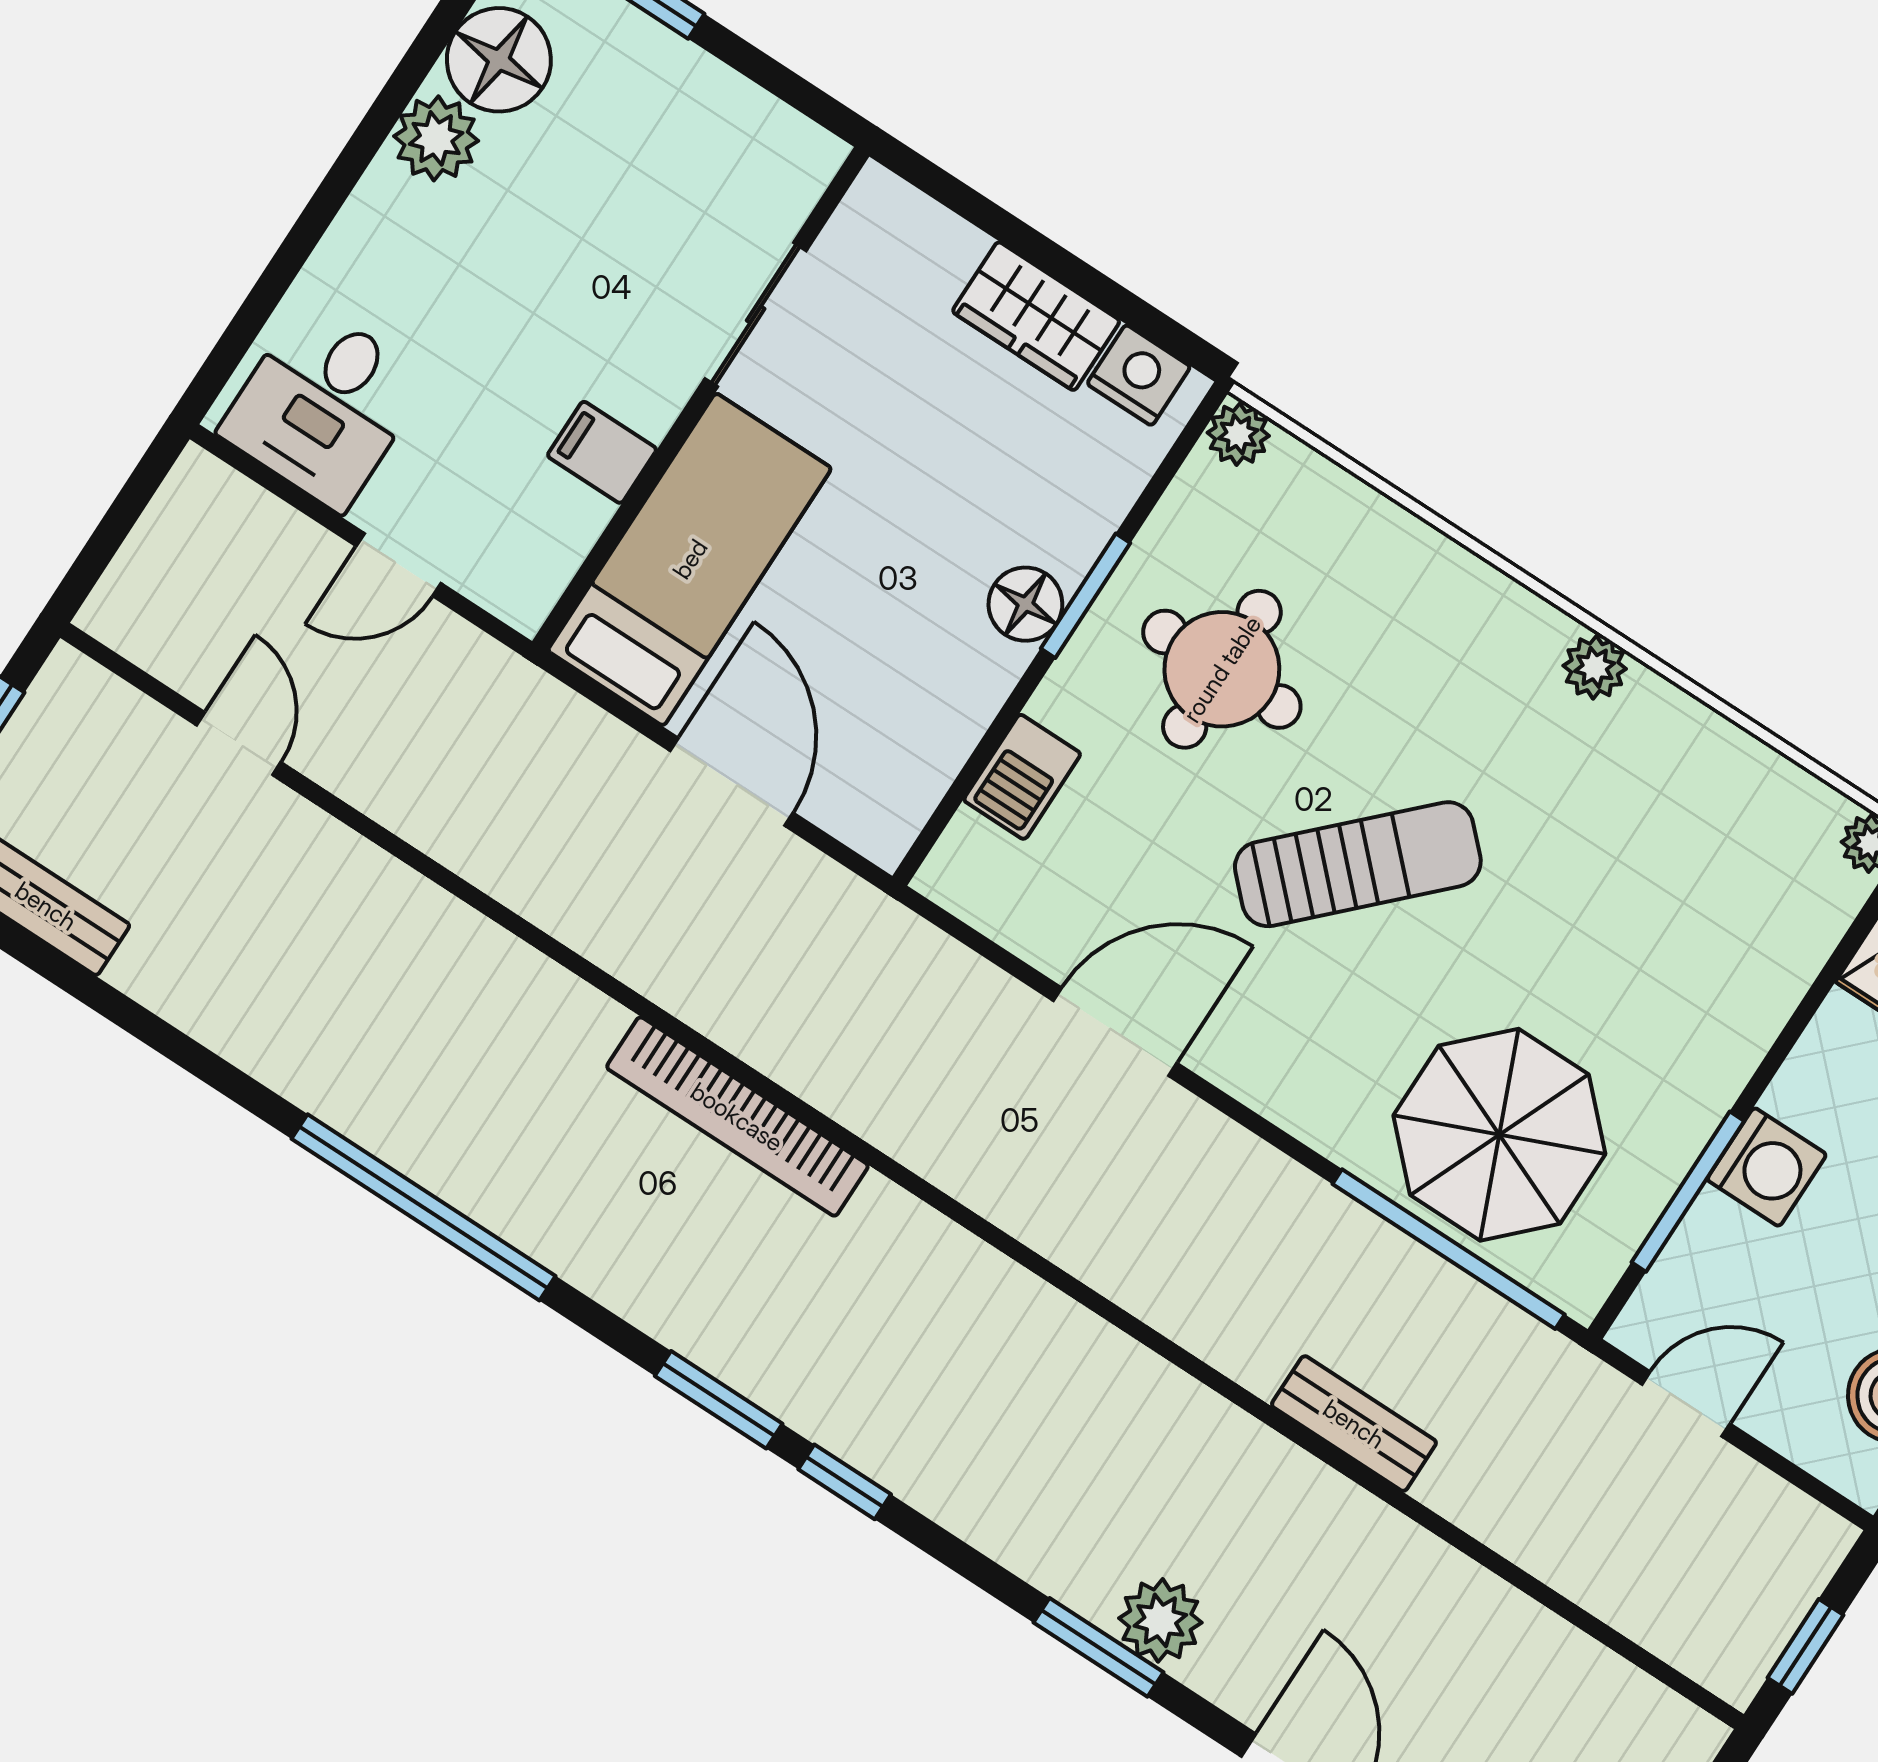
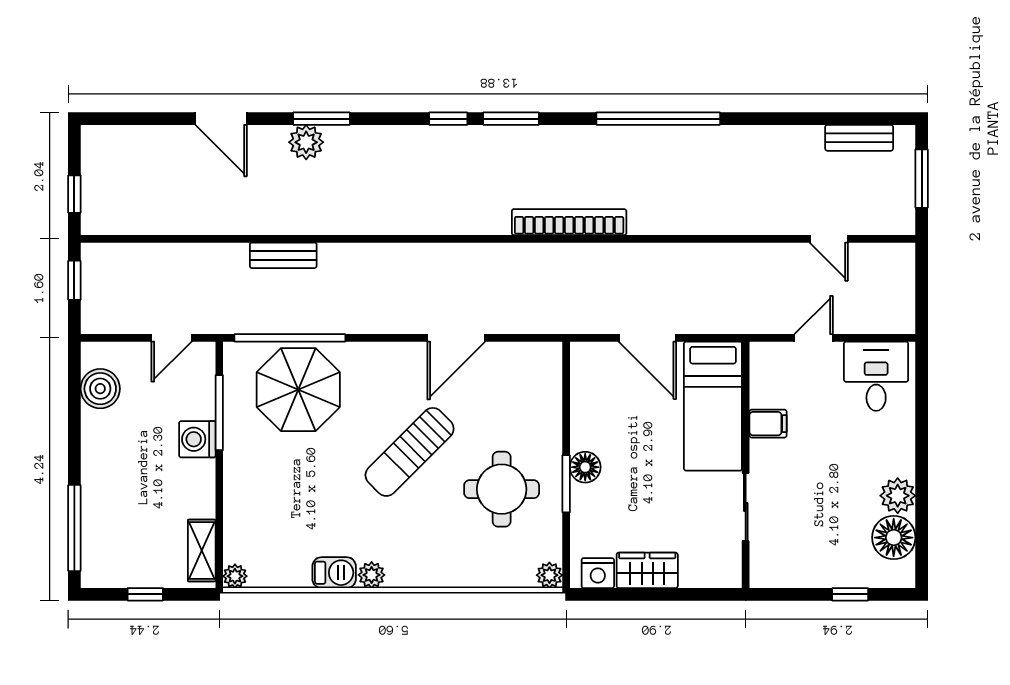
barbecue: (1022, 777) -> (334, 573), moved, turned 90

